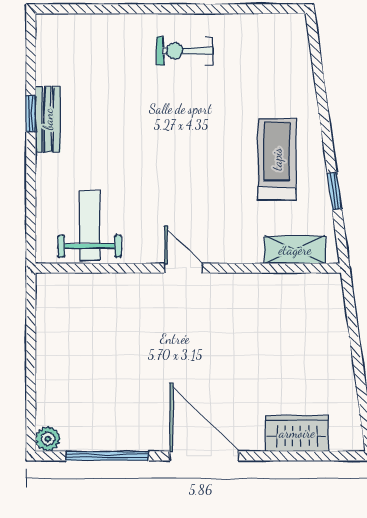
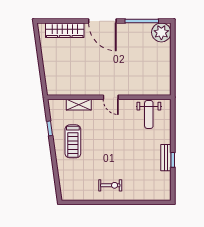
shelving: (295, 250) -> (79, 105), moved
wardrobe: (297, 433) -> (65, 30), width x1.50
plant: (48, 439) -> (161, 32), width x1.88, depth x1.88

